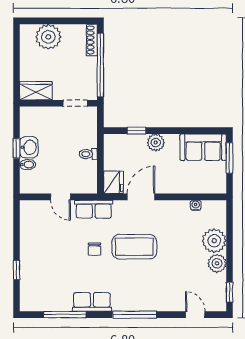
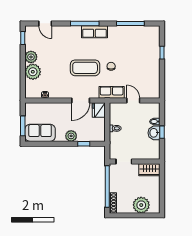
row of seats: (92, 302) -> (94, 32), moved

